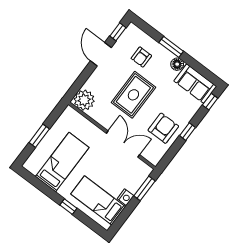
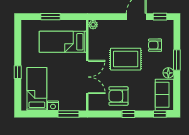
plant: (84, 100) -> (93, 25), width x0.53, depth x0.53
armchair: (163, 128) -> (118, 96), turned 180
bed: (62, 162) -> (63, 42), moved, turned 180

